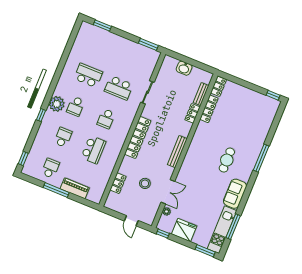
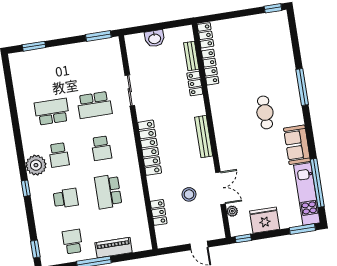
school desk: (63, 137) -> (66, 198), turned 90
school desk: (93, 150) -> (108, 191), turned 180
window: (233, 227) -> (317, 183), width x1.46

